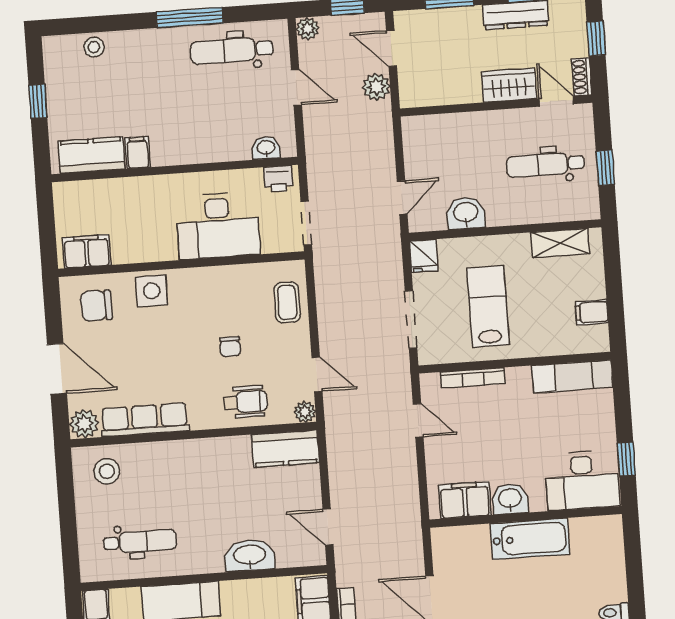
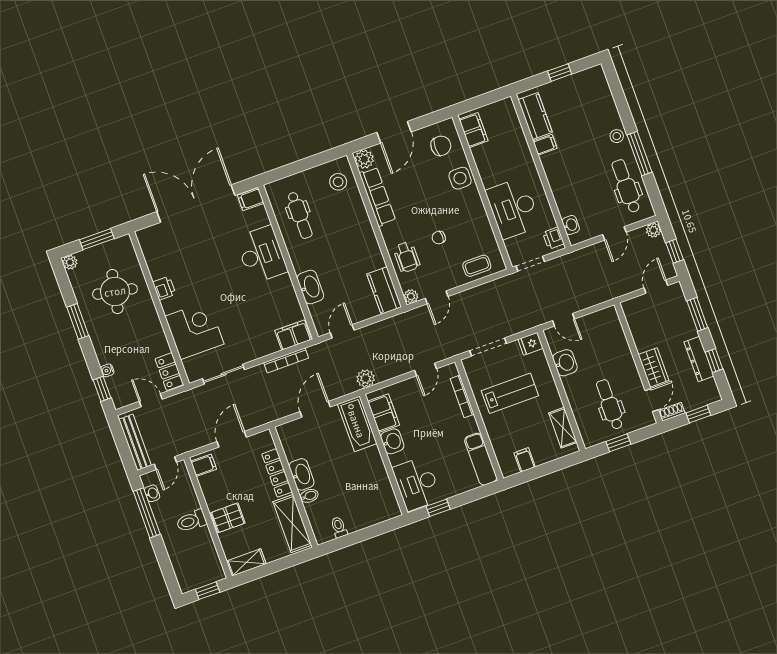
stool: (94, 47) -> (617, 136), moved
plant: (376, 87) -> (366, 379), moved
chair: (96, 306) -> (441, 146), turned 90
bathtub: (530, 539) -> (357, 424), moved

